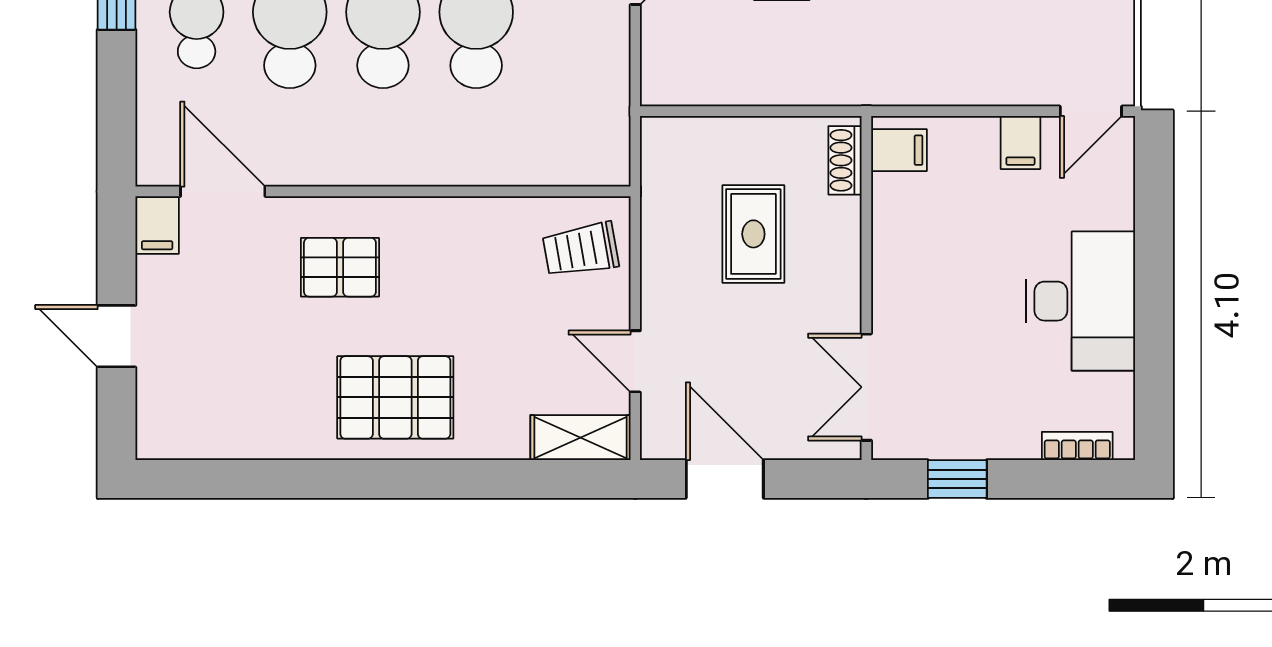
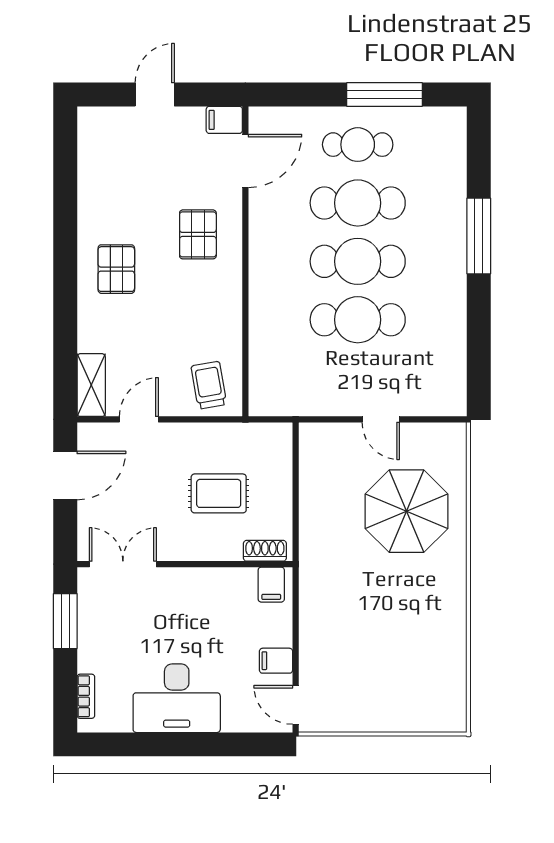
pallet: (395, 397) -> (116, 269), width x0.67, depth x0.71
window: (957, 479) -> (65, 621), width x1.50

